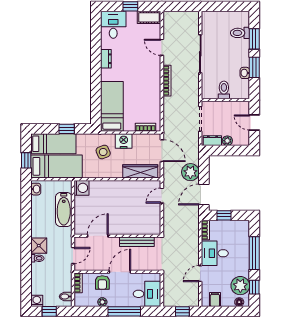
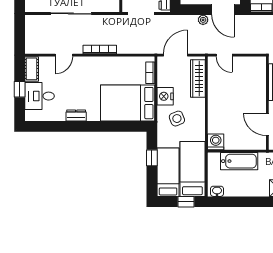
desk: (113, 25) -> (39, 96), moved
bed: (112, 106) -> (128, 103), width x1.50
plant: (190, 172) -> (203, 20), width x0.53, depth x0.53

